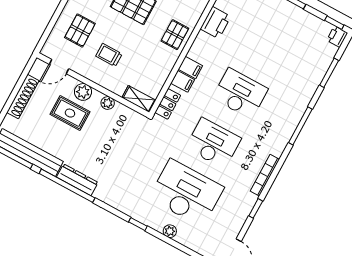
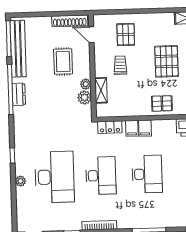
pallet: (80, 30) -> (126, 34), turned 90
plant: (83, 92) -> (84, 97), moved
shoe rack: (23, 97) -> (70, 21), moved
shelving: (139, 99) -> (101, 90), moved
dresser: (77, 180) -> (19, 94), width x0.70

